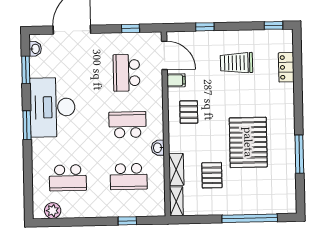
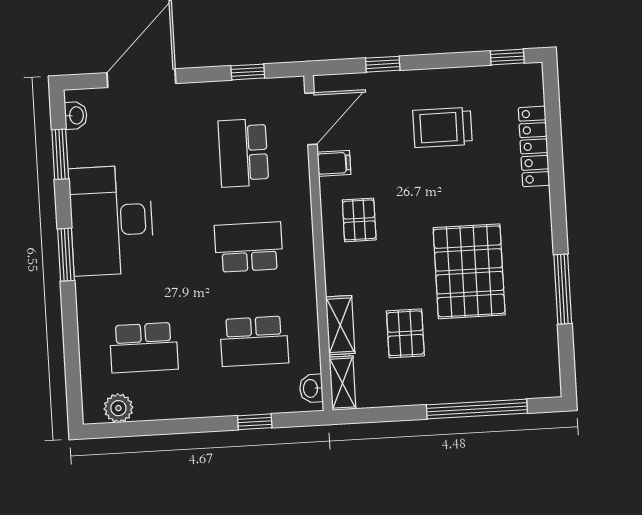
door: (164, 55) -> (311, 119), hinge flipped
locker: (286, 67) -> (534, 146), width x1.53
washbasin: (158, 148) -> (311, 388), moved

